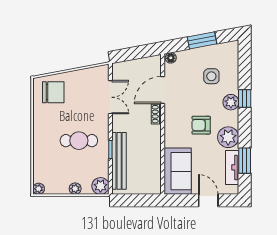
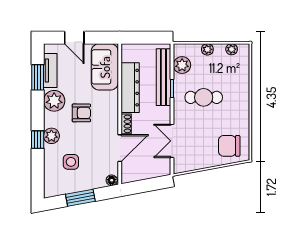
dresser: (152, 150) -> (130, 88), added
plant: (100, 186) -> (182, 65), moved
plant: (39, 189) -> (232, 49), moved

